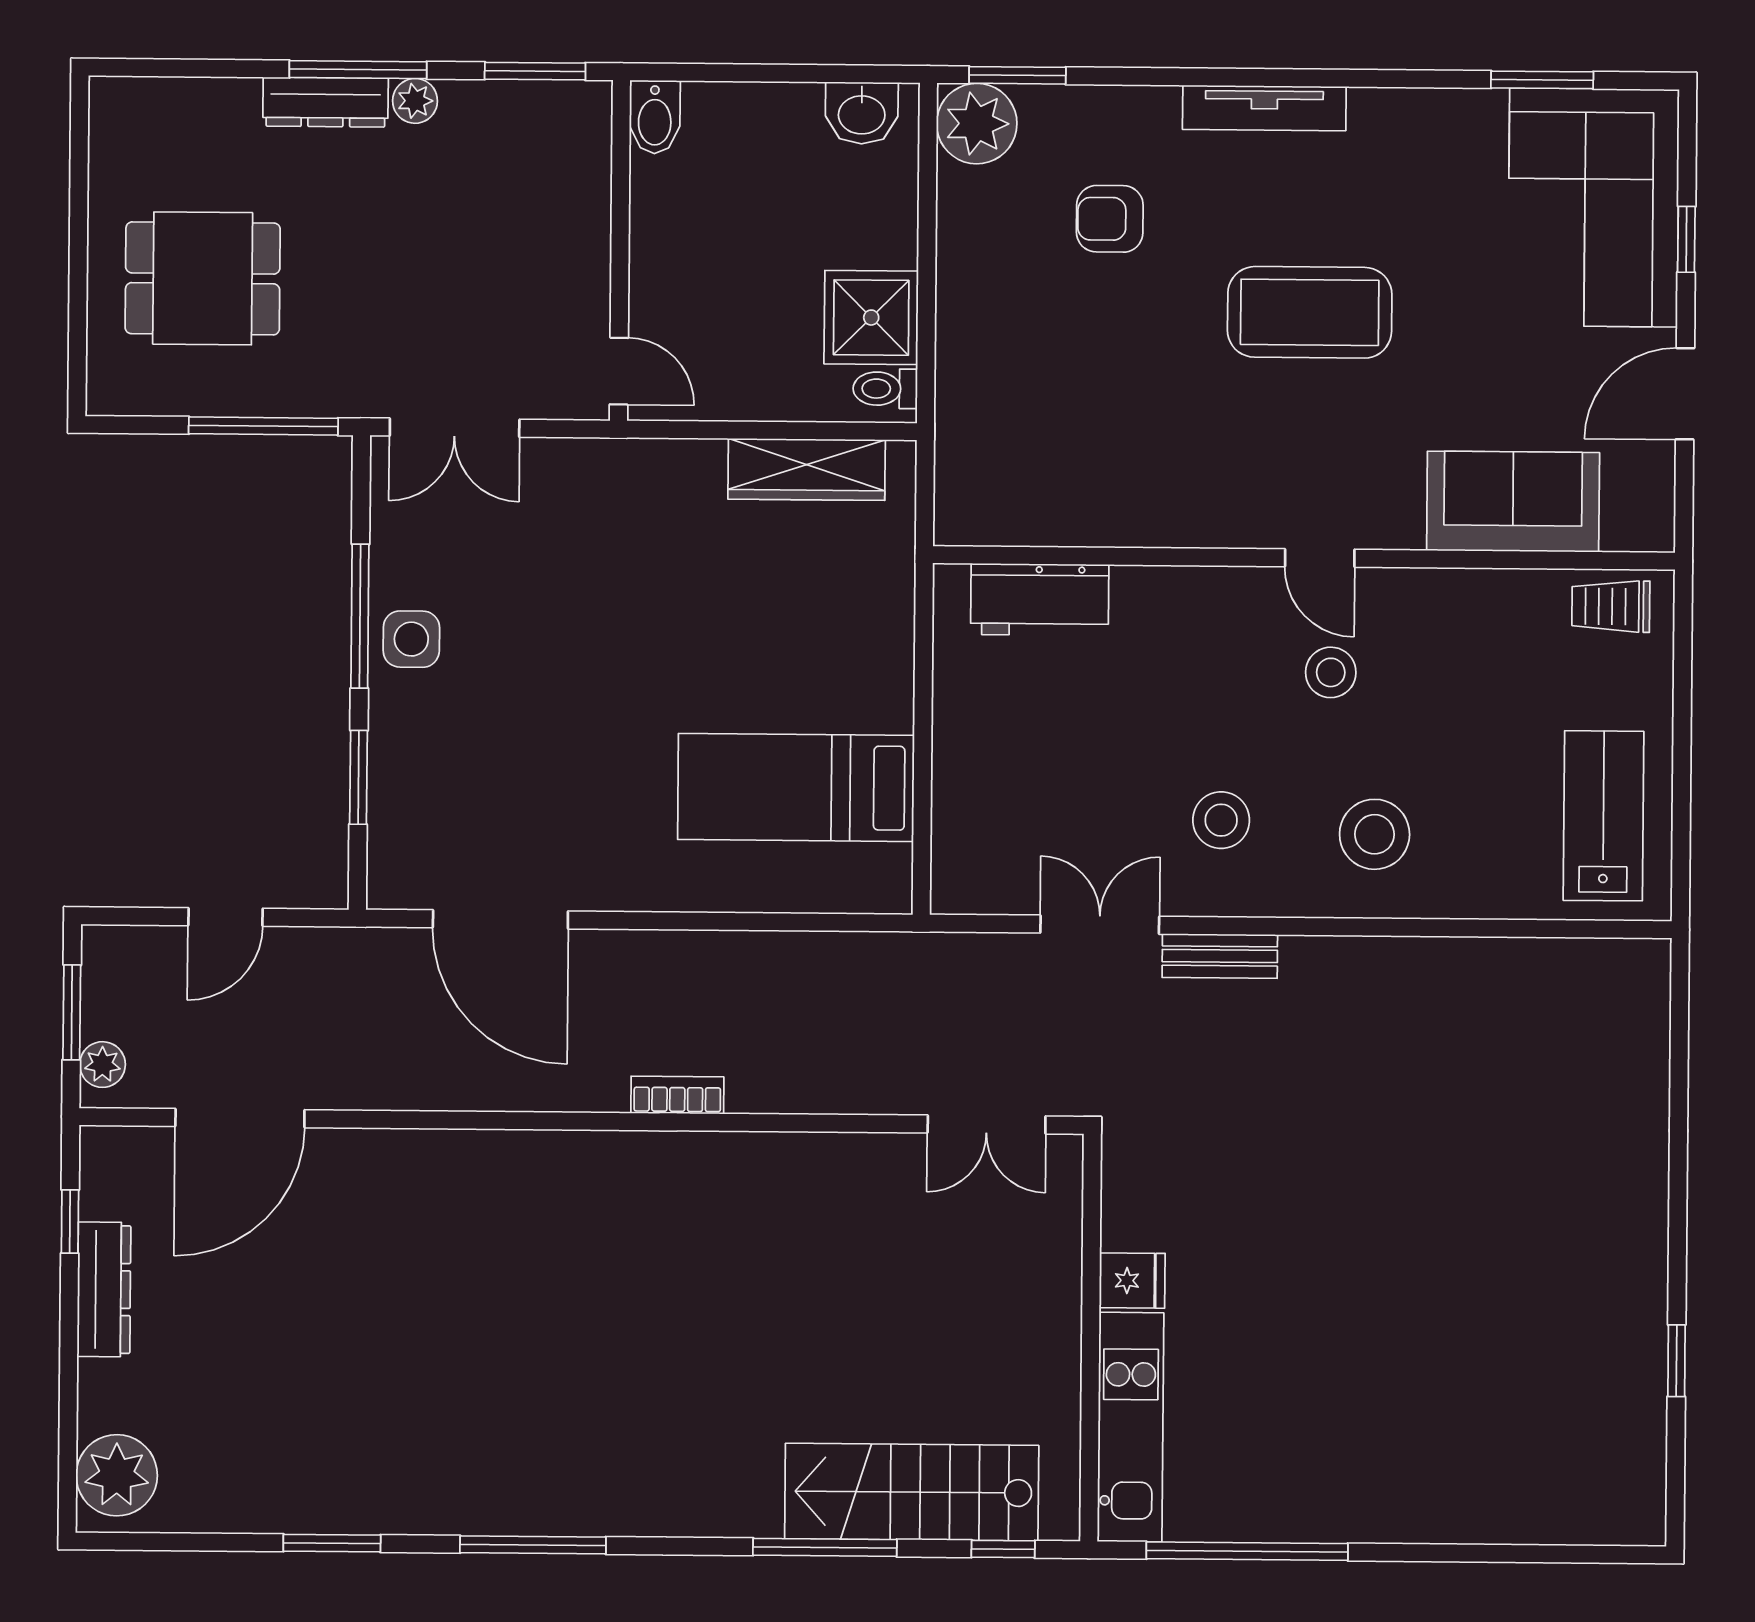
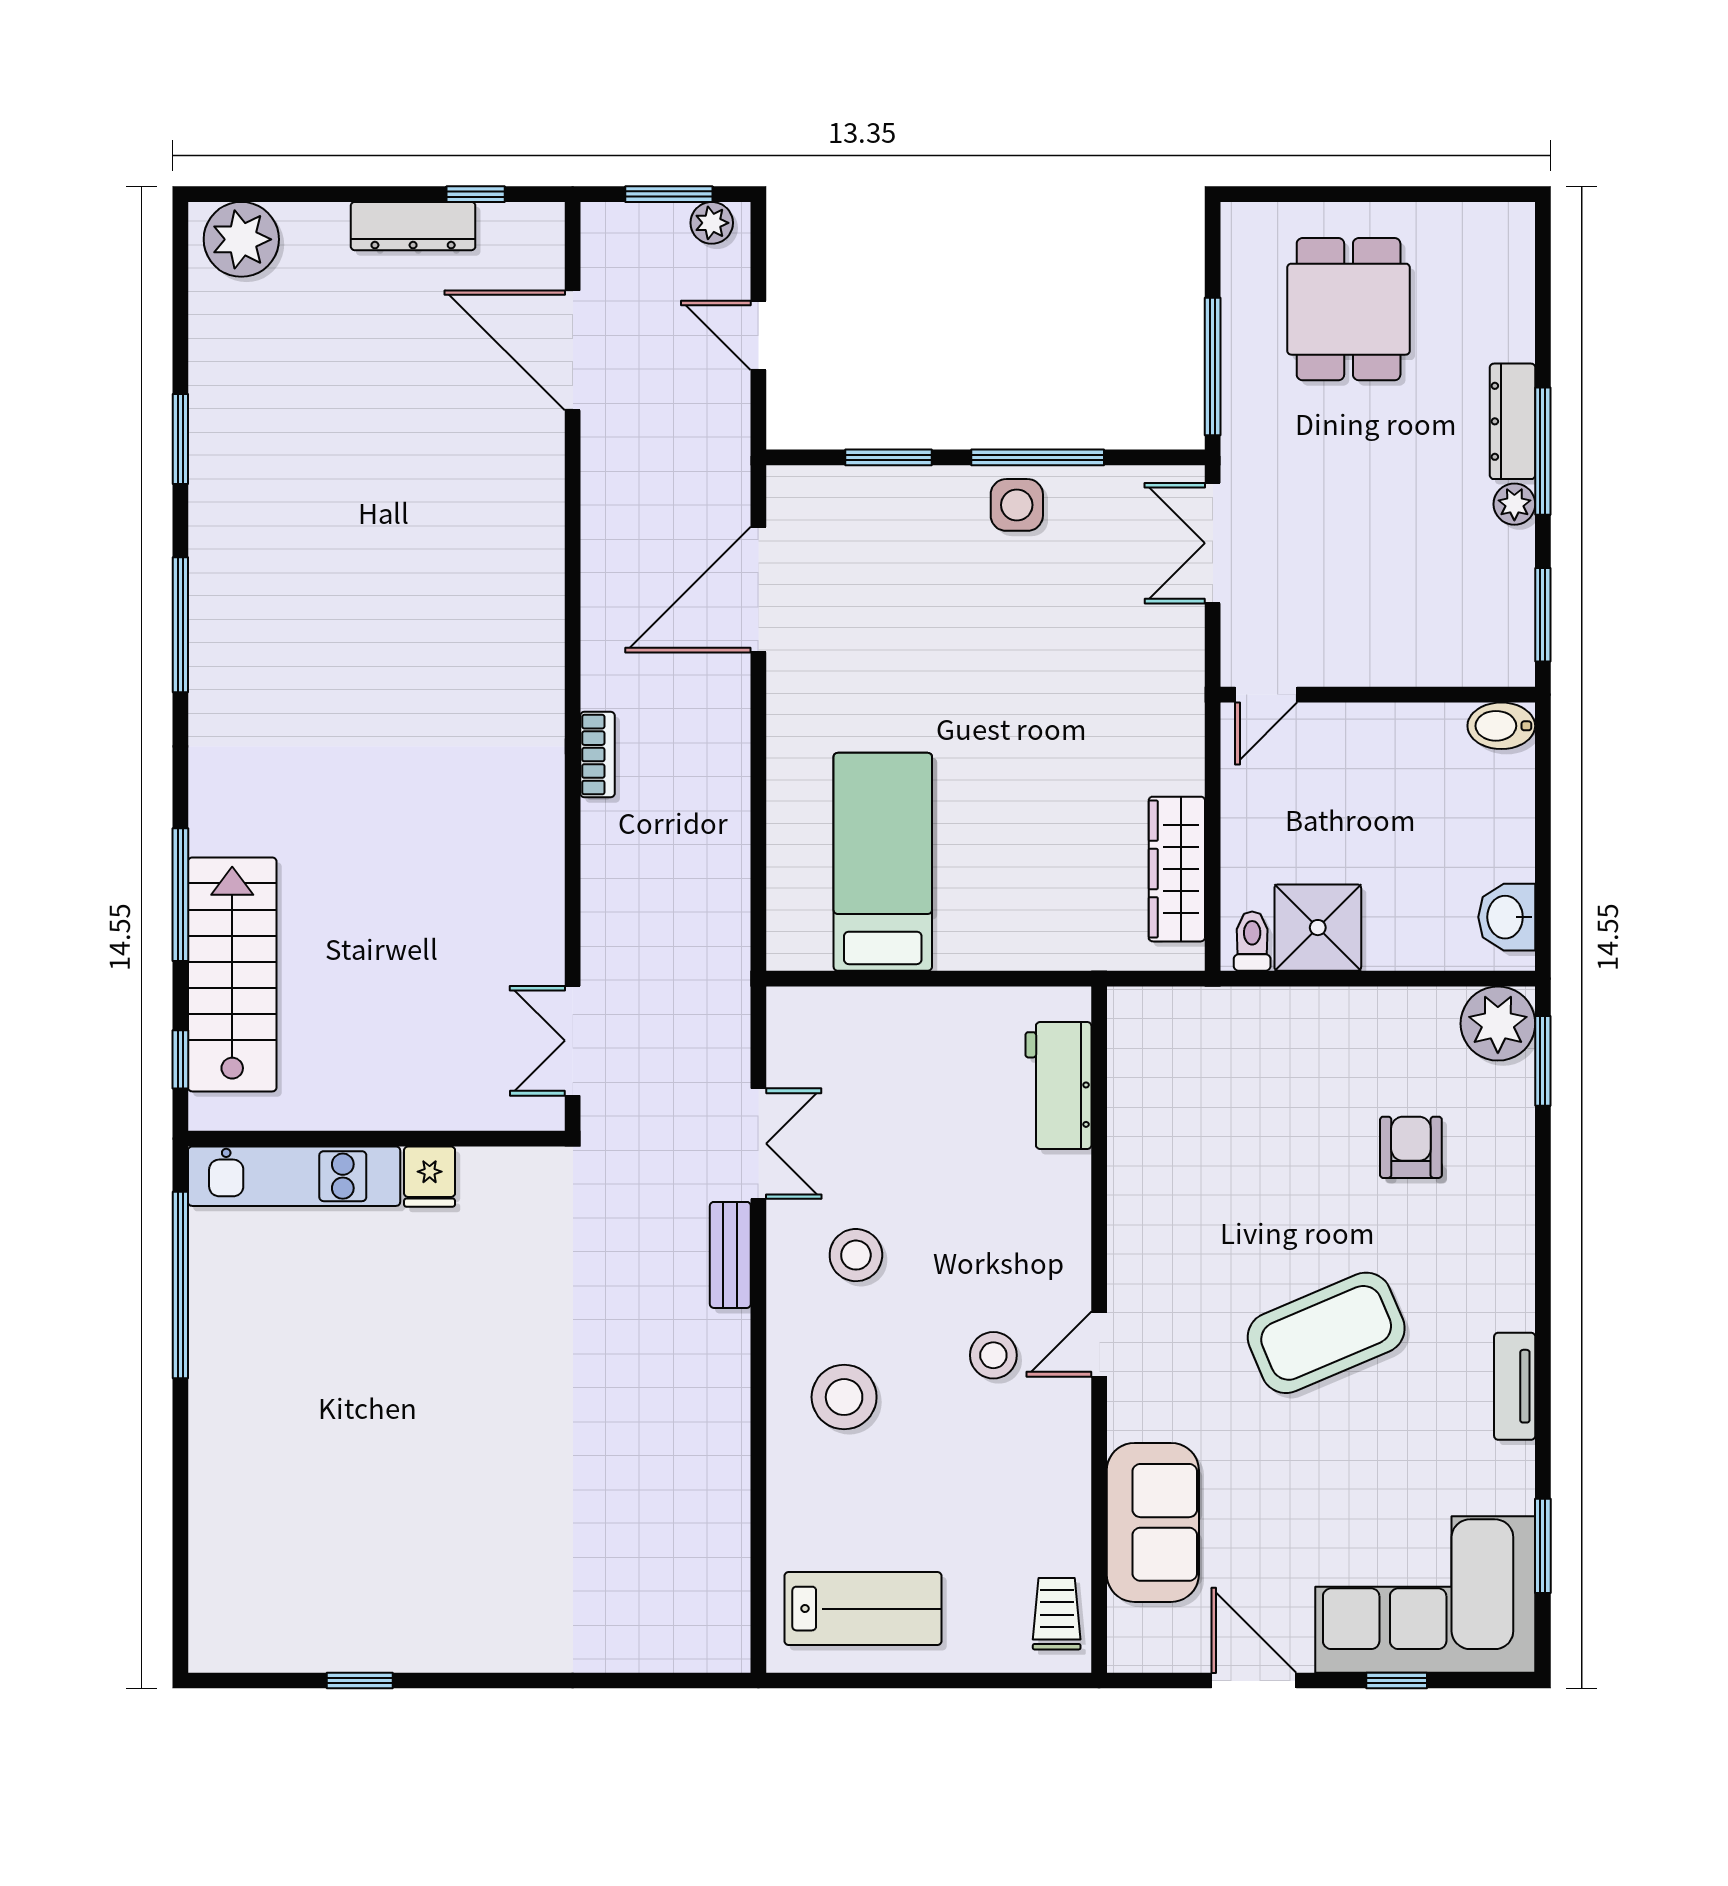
tv unit: (1264, 108) -> (1515, 1386), moved, width x0.71
coffee table: (1310, 312) -> (1326, 1333), turned 67
plant: (102, 1065) -> (712, 223), moved

